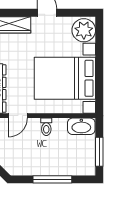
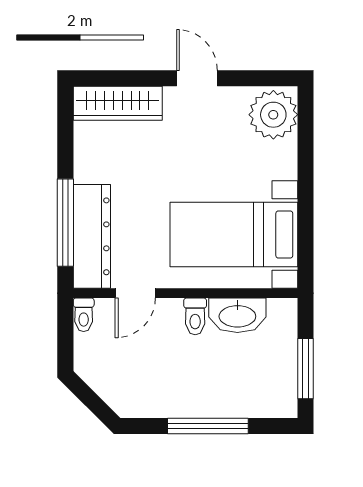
bed with nightstands: (65, 78) -> (234, 234), width x0.73
washbasin: (81, 126) -> (237, 315), moved

